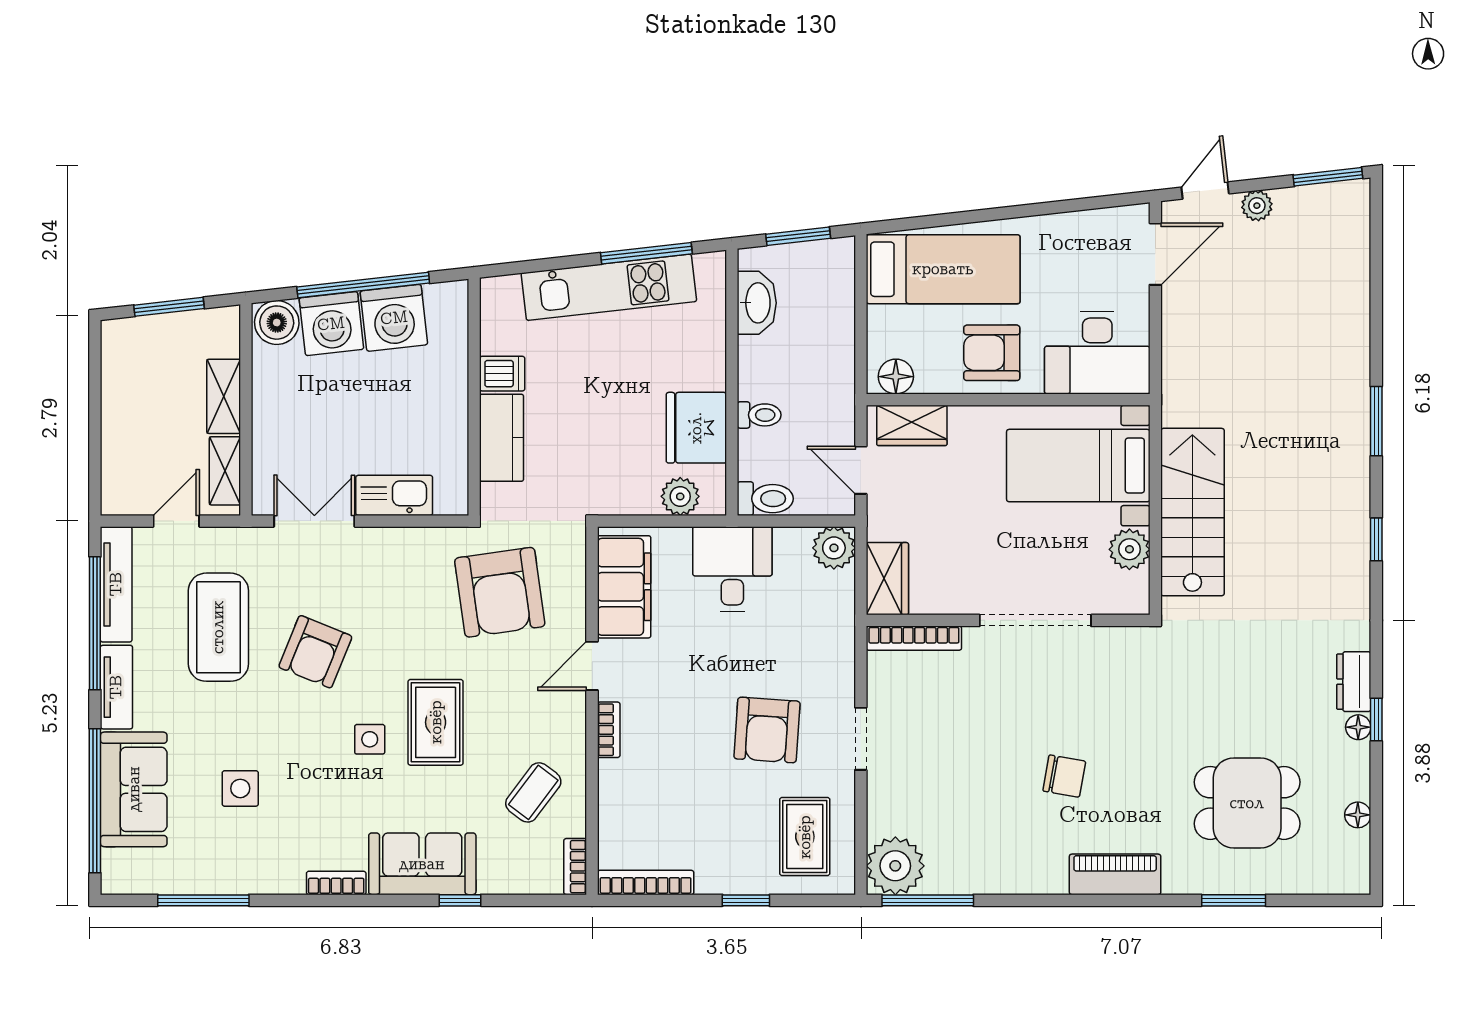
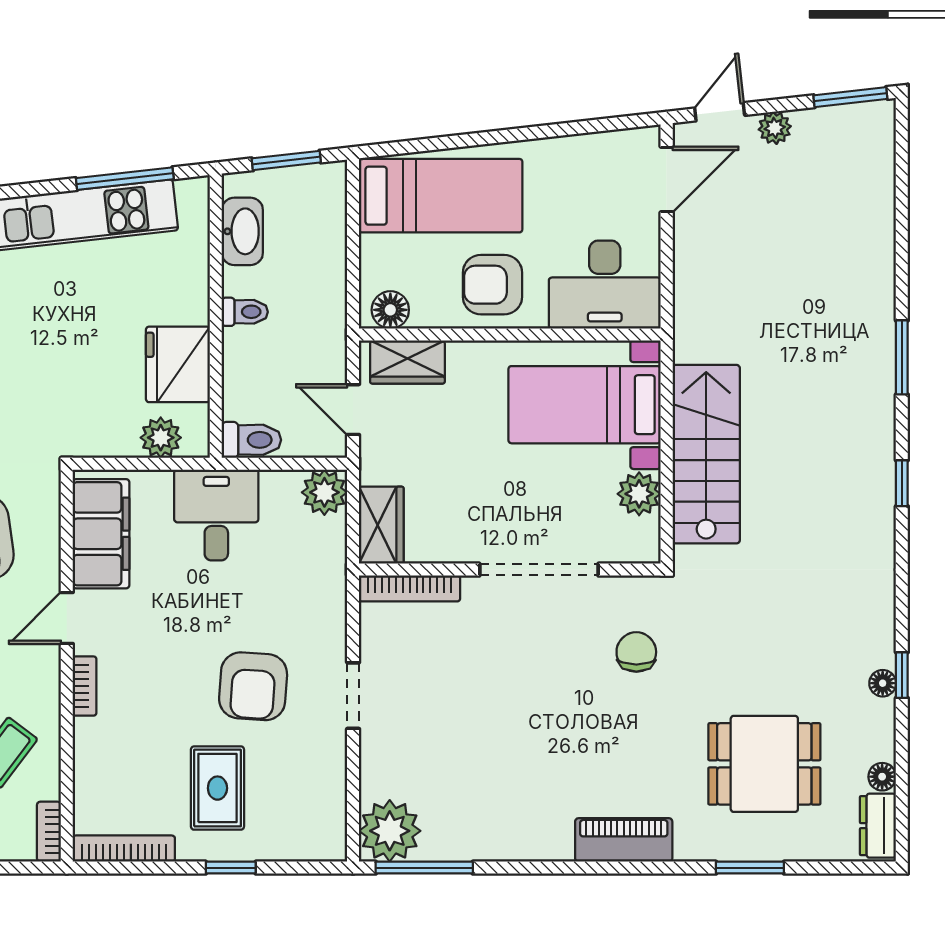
toilet: (759, 415) -> (245, 312), moved
dresser: (1354, 682) -> (878, 826), moved
chair: (1064, 776) -> (636, 652), moved, turned -100
rug: (805, 837) -> (217, 788), moved

